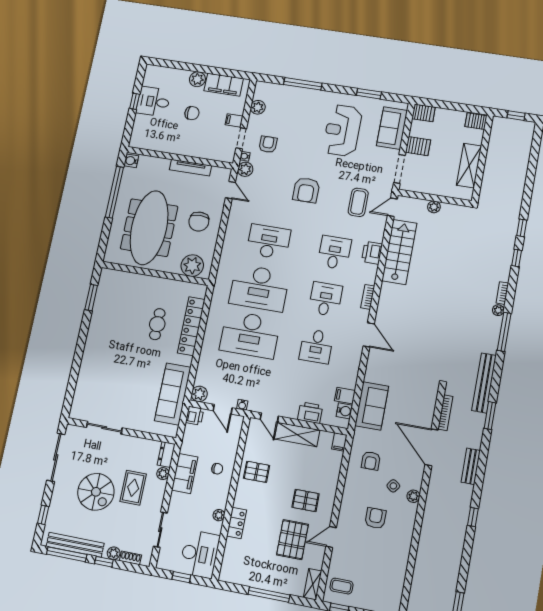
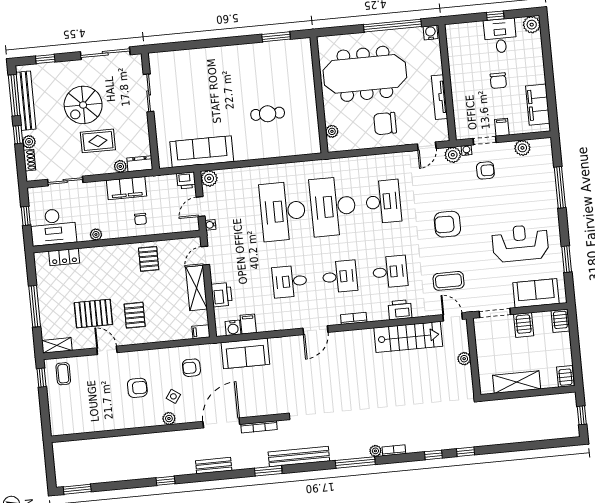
plant: (197, 79) -> (532, 25), moved
plant: (192, 266) -> (332, 131), width x0.53, depth x0.53
locker: (191, 326) -> (275, 149), removed
locker: (237, 523) -> (64, 257), moved

